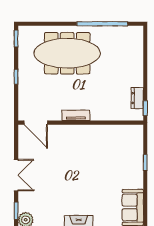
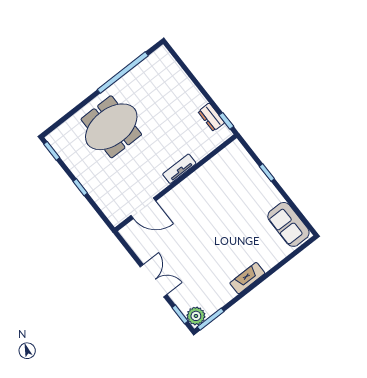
meeting table: (67, 53) -> (111, 127), width x0.73
tv unit: (76, 115) -> (179, 169), moved
door: (36, 123) -> (143, 208), moved

